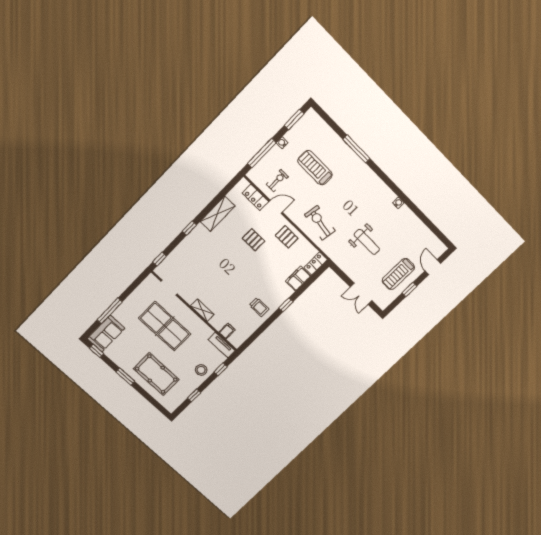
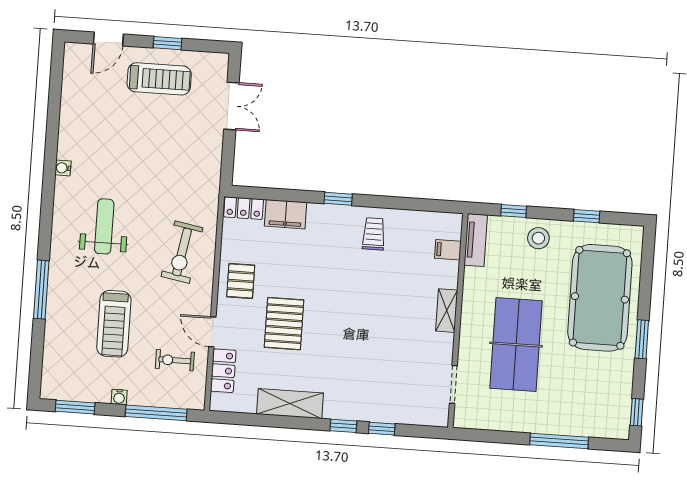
pallet: (253, 240) -> (284, 324), width x1.50, depth x1.42
weight bench: (367, 242) -> (104, 226), moved
window: (160, 259) -> (382, 429), moved
sofa: (106, 334) -> (598, 419), removed
pool table: (156, 374) -> (600, 298), width x1.36, depth x1.32

